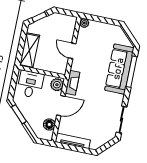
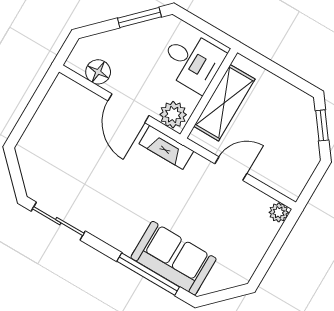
shelving: (30, 50) -> (224, 103), moved, turned 90
sofa: (119, 69) -> (174, 258), width x0.73
tv unit: (73, 141) -> (49, 108), removed

